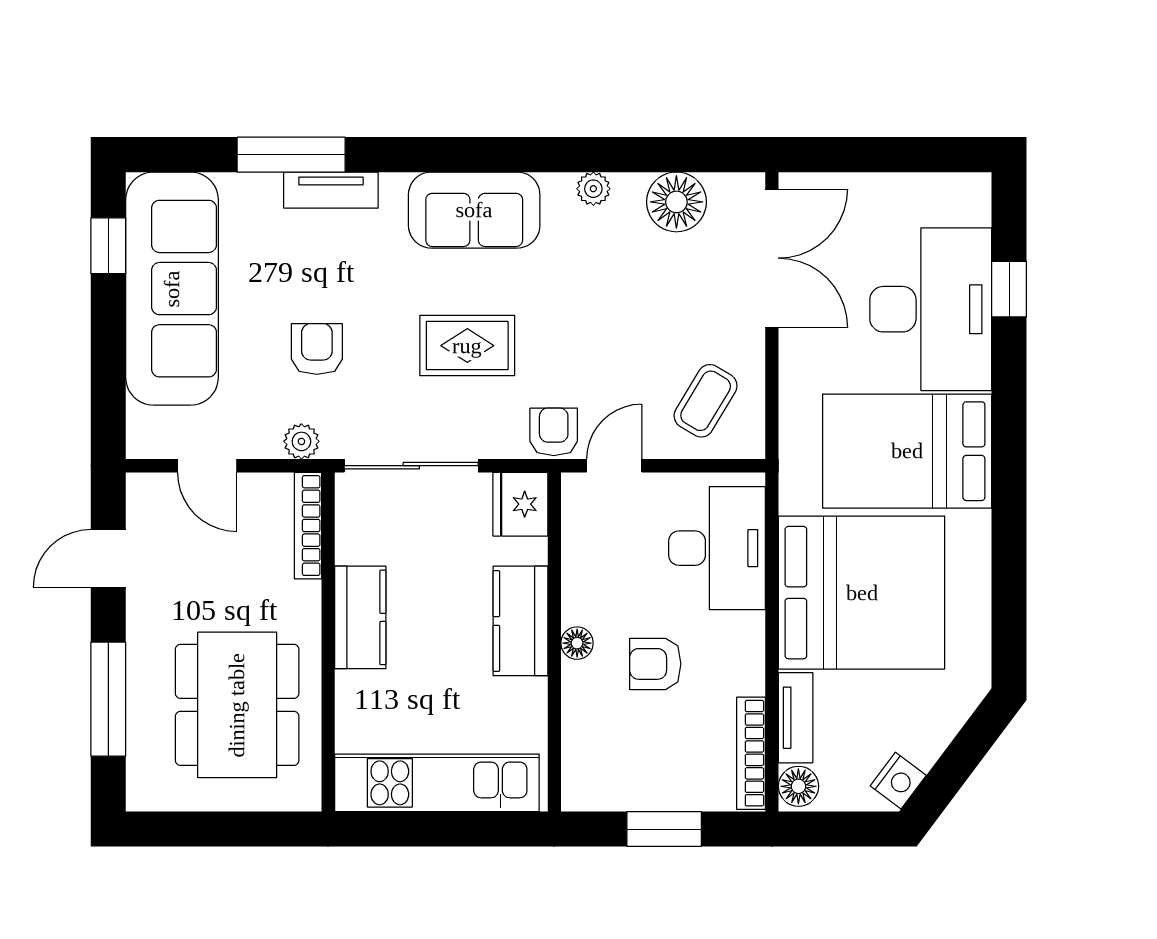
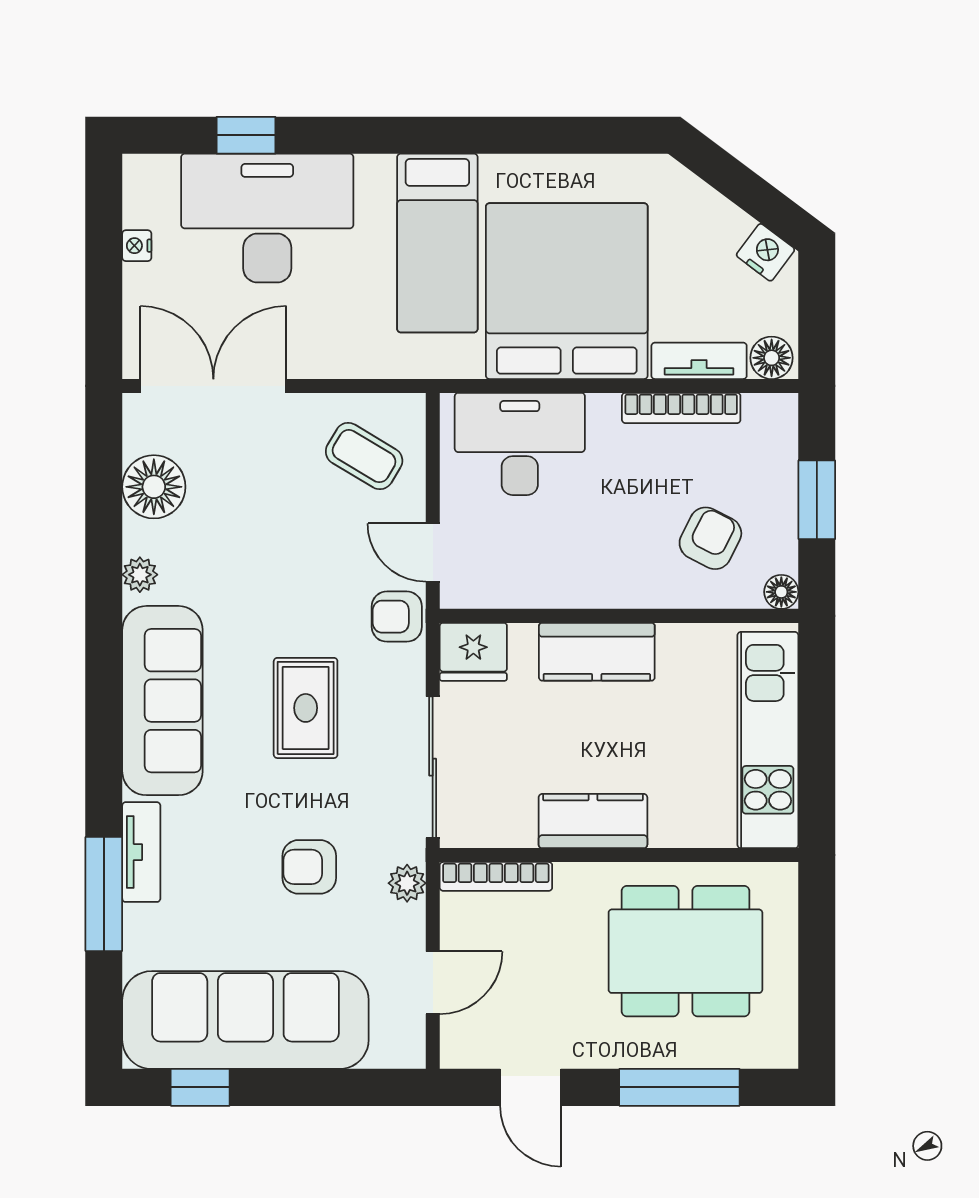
nightstand: (905, 186) -> (137, 246), added
sofa: (474, 210) -> (162, 701), width x1.36
bed: (907, 451) -> (437, 243), width x0.67
floor lamp: (577, 643) -> (781, 592), moved
armchair: (655, 664) -> (710, 538), moved, turned -153
bookcase: (751, 753) -> (681, 408), moved

